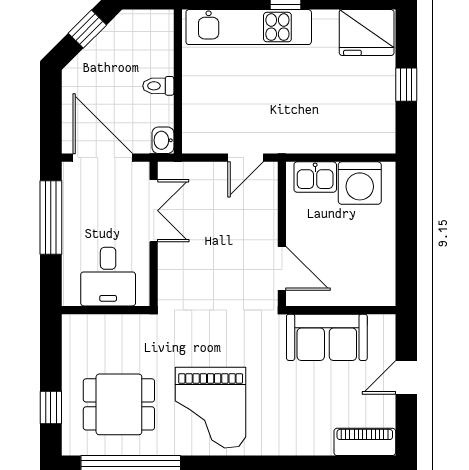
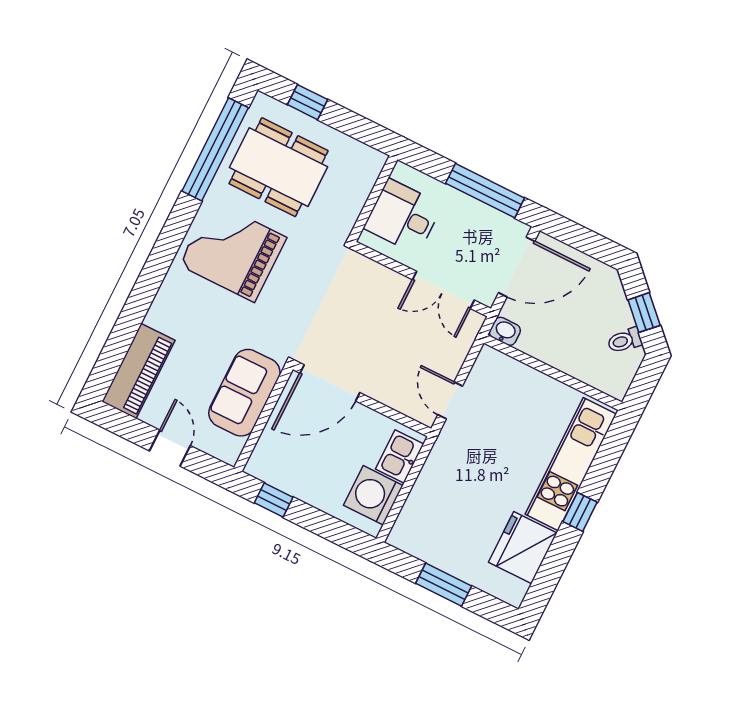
fridge: (367, 33) -> (523, 548), moved
window: (406, 85) -> (444, 585), width x1.50
toilet: (158, 86) -> (625, 340), moved, turned -135
window: (406, 266) -> (274, 500), added
door: (282, 268) -> (330, 383), width x1.36
dining table: (119, 404) -> (279, 167), width x1.38
piano: (365, 442) -> (138, 371), width x1.37, depth x1.33

